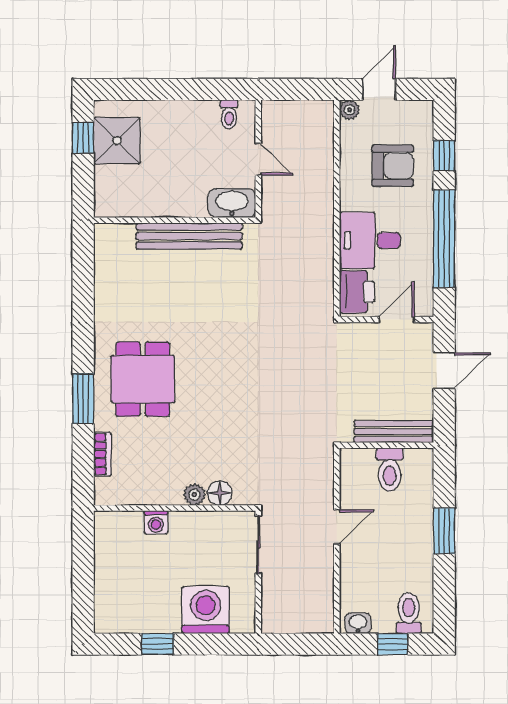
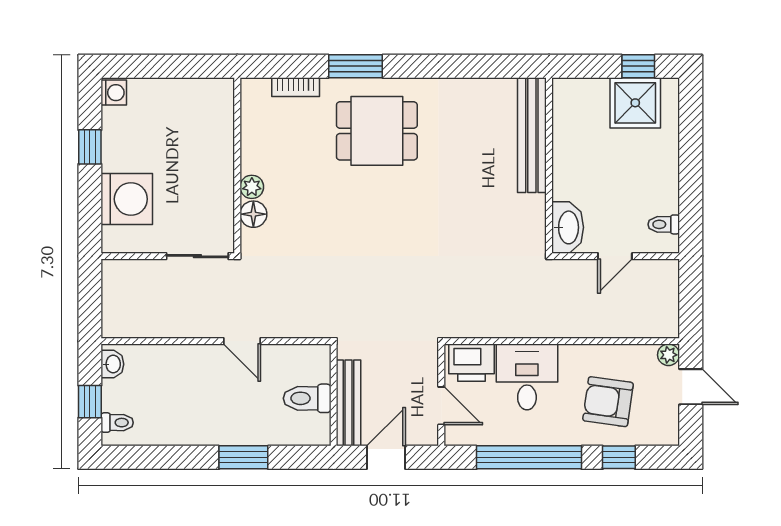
armchair: (393, 166) -> (608, 402), turned 98
bench: (189, 236) -> (532, 135), moved
door: (444, 371) -> (386, 457), swing flipped
bench: (394, 431) -> (348, 403), moved
wall: (387, 445) -> (334, 395), moved
toilet: (390, 470) -> (307, 398), moved
washing machine: (156, 522) -> (114, 93), moved, turned 180
door: (337, 527) -> (242, 341), moved
window: (444, 531) -> (243, 457), moved
toilet: (409, 613) -> (117, 423), width x0.73, depth x0.72

